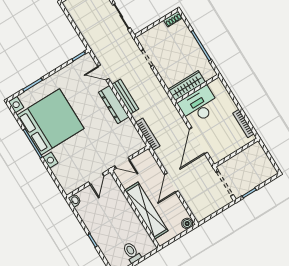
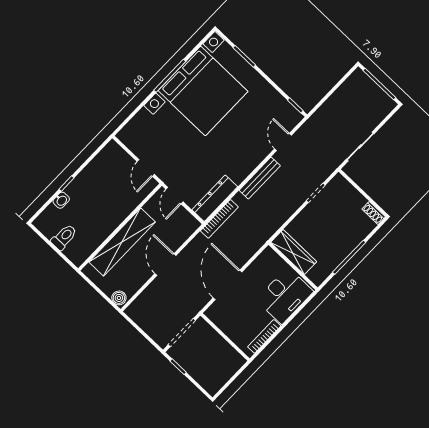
dresser: (114, 105) -> (215, 198), moved
desk: (199, 106) -> (285, 296), moved, turned 90
door: (198, 141) -> (228, 285), hinge flipped
door: (96, 179) -> (146, 168), hinge flipped
door: (171, 183) -> (165, 265), hinge flipped
washbasin: (75, 200) -> (61, 200), moved

